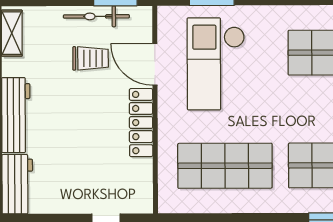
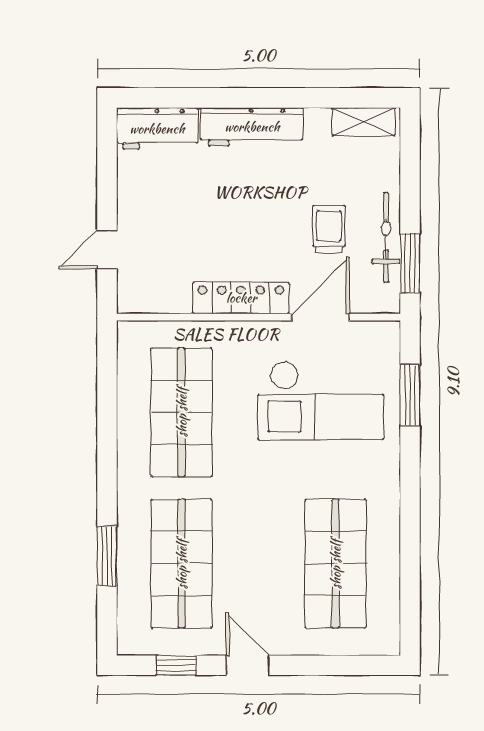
trolley: (91, 58) -> (329, 229), turned 180
checkout: (216, 64) -> (321, 401), turned 180

